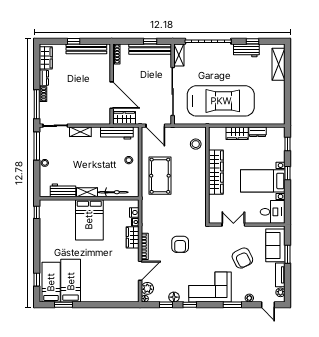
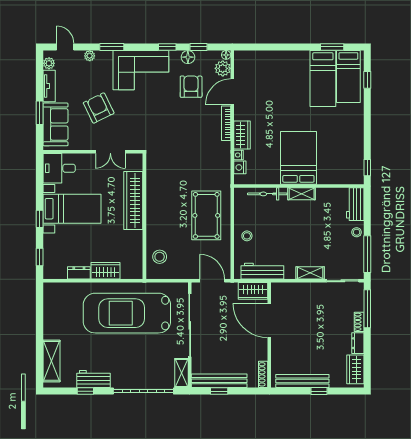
wardrobe: (216, 172) -> (133, 201), moved
workbench: (63, 190) -> (355, 204), moved, turned 90
armchair: (180, 244) -> (191, 87), moved

